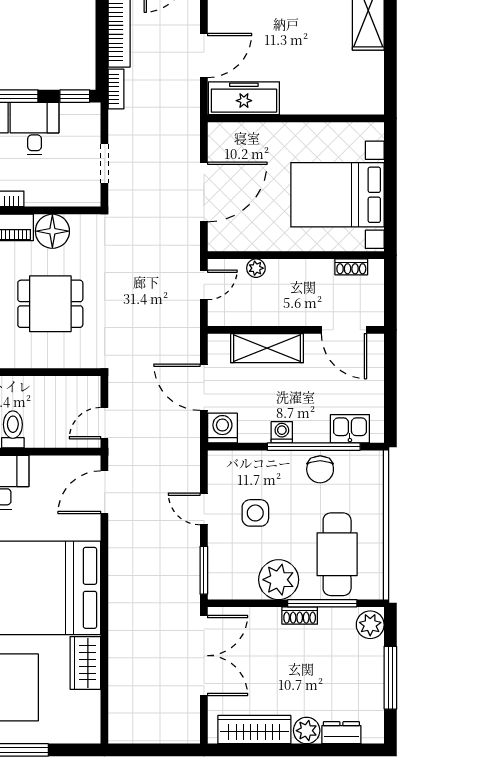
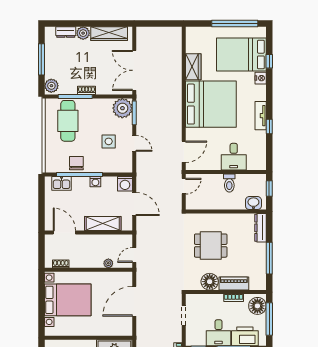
plant: (279, 580) -> (122, 108), moved

